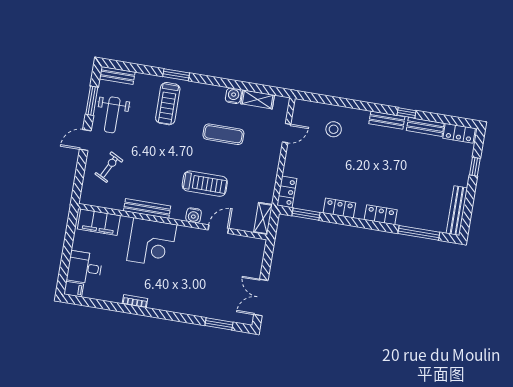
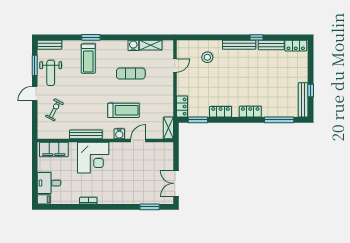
bench: (387, 120) -> (239, 45), width x1.36
window: (475, 167) -> (311, 90), moved

